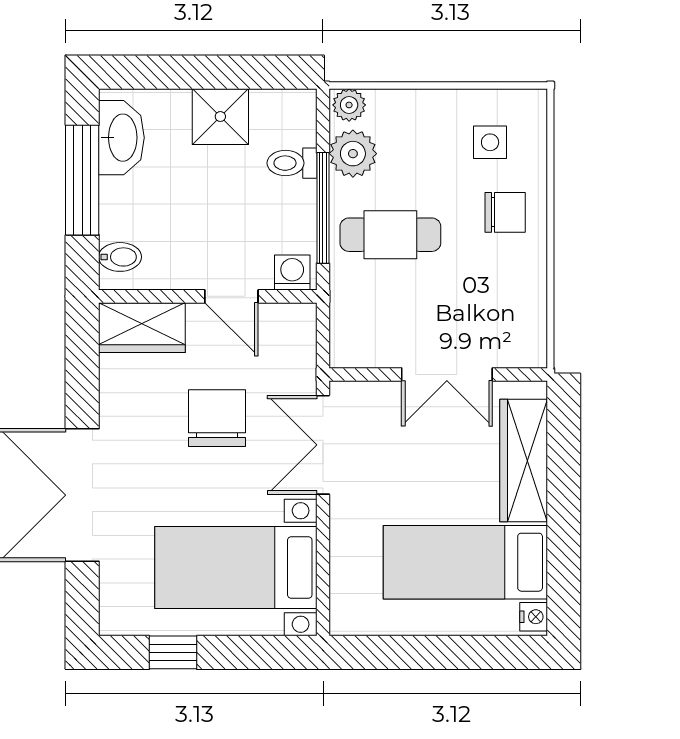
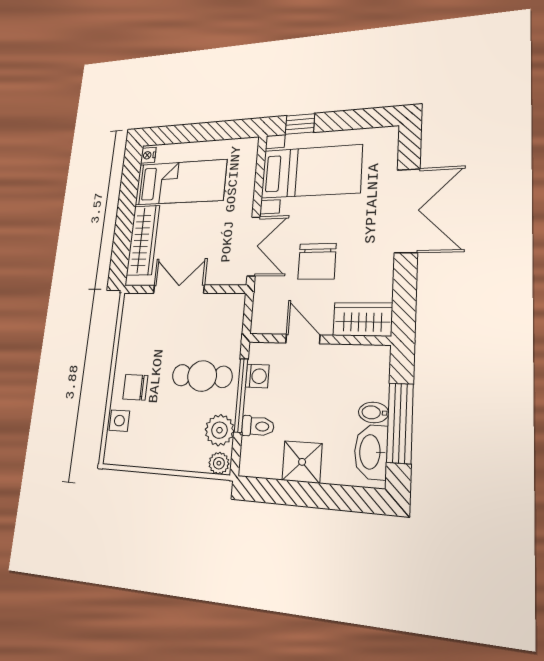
side table: (490, 142) -> (119, 421), moved
bidet: (120, 257) -> (374, 412), moved
washing machine: (292, 273) -> (257, 376), moved, turned -90
window: (173, 652) -> (300, 124), moved

